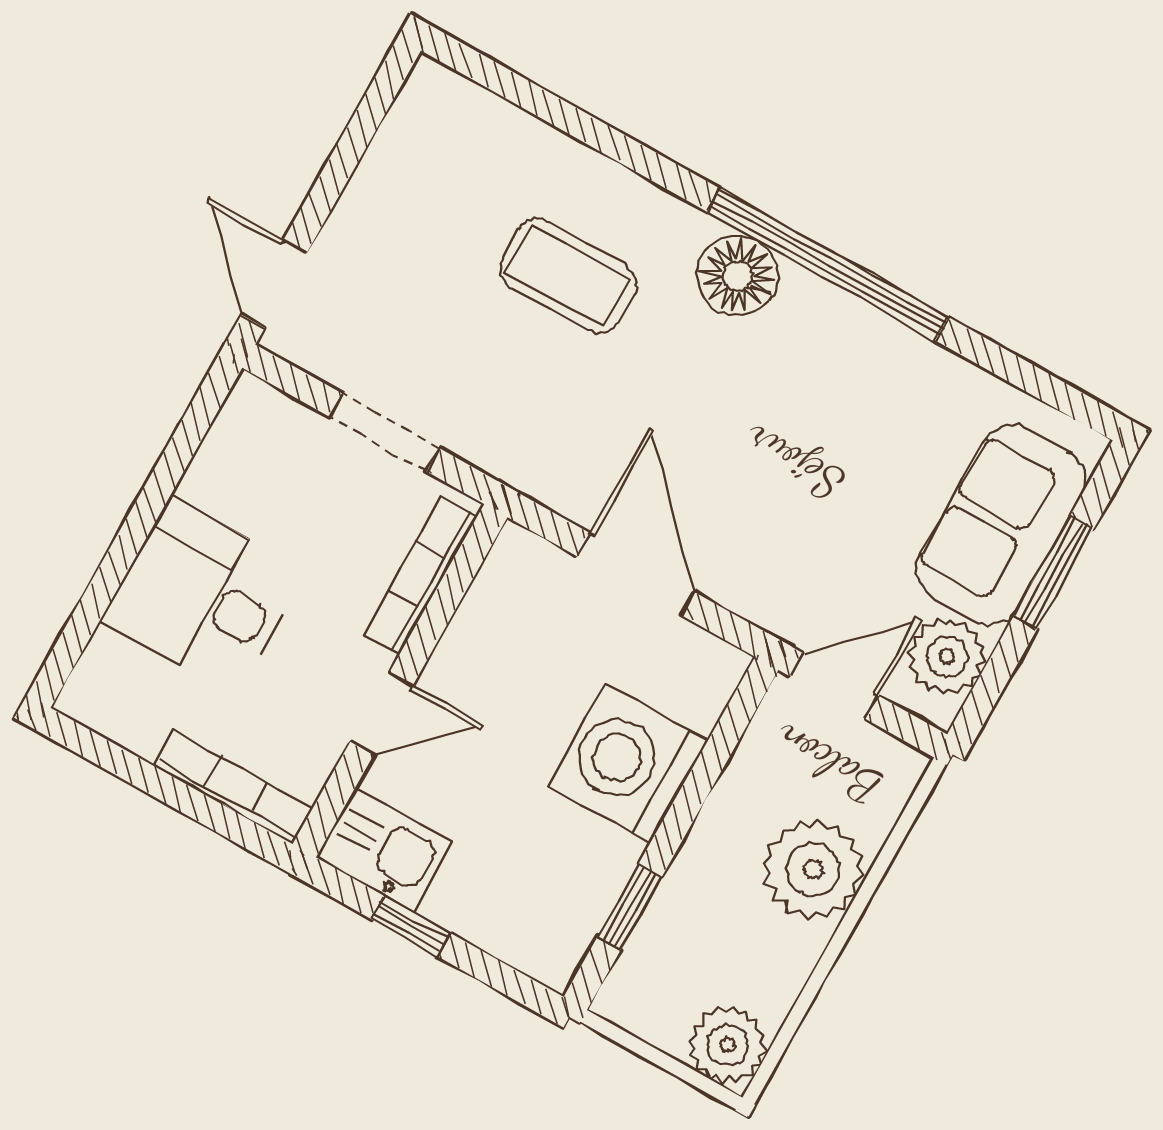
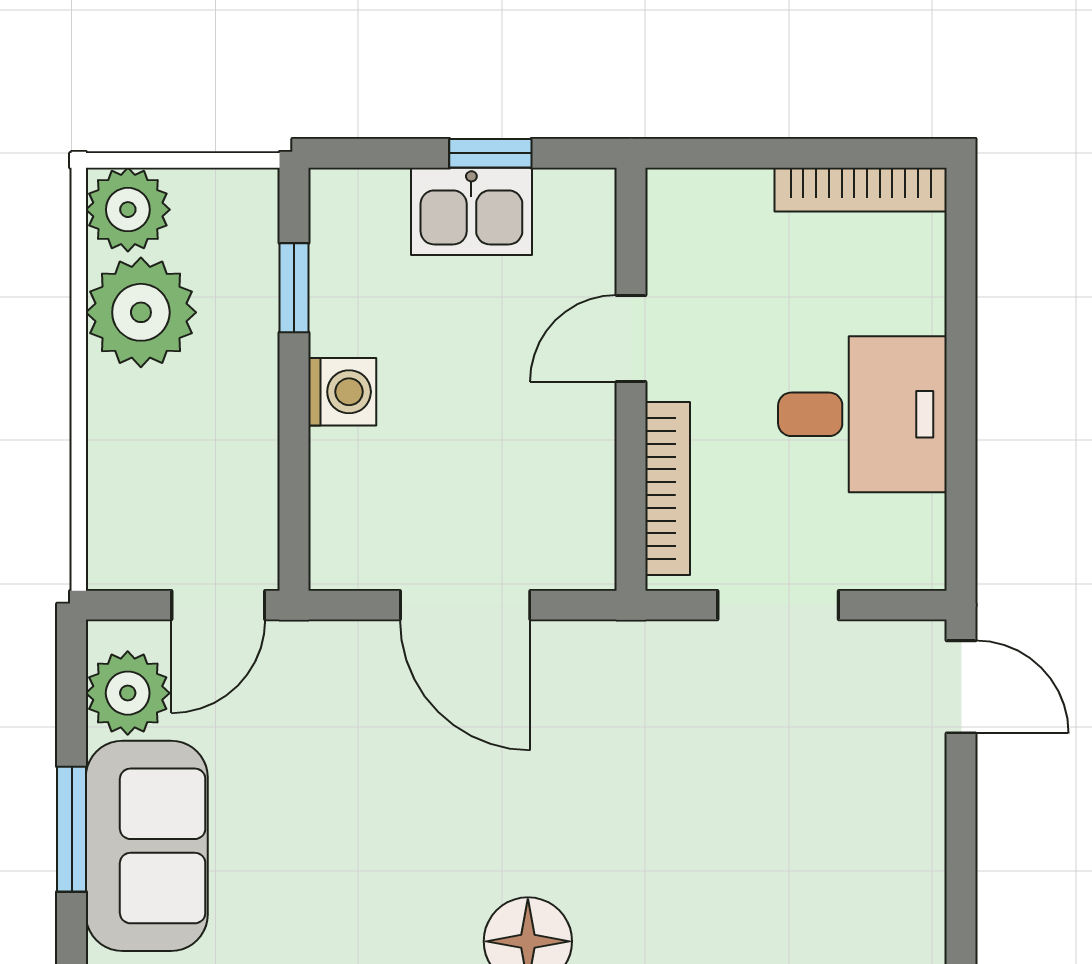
coffee table: (568, 276) -> (688, 850), removed
desk: (203, 596) -> (862, 414), moved
washing machine: (627, 763) -> (342, 392), width x0.53, depth x0.53
bookcase: (233, 788) -> (861, 190), moved
kitchen sink: (384, 849) -> (471, 211), moved
plant: (813, 869) -> (141, 312), moved

